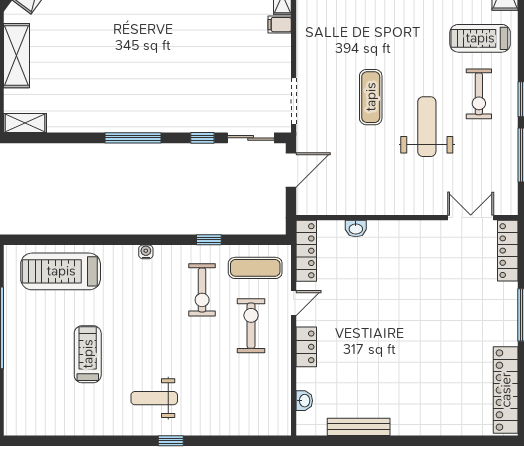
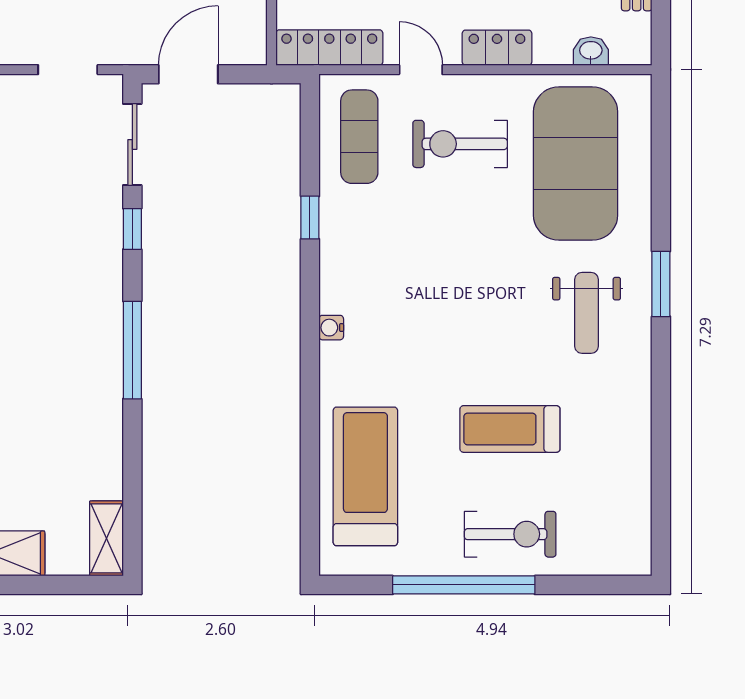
doorway: (294, 101) -> (68, 70), width x0.73
door: (291, 170) -> (188, 74), hinge flipped
treadmill: (61, 271) -> (365, 476), turned 180
exercise bike: (202, 290) -> (510, 534), moved
exercise mat: (240, 392) -> (576, 164), added
window: (171, 441) -> (661, 284), width x1.50

